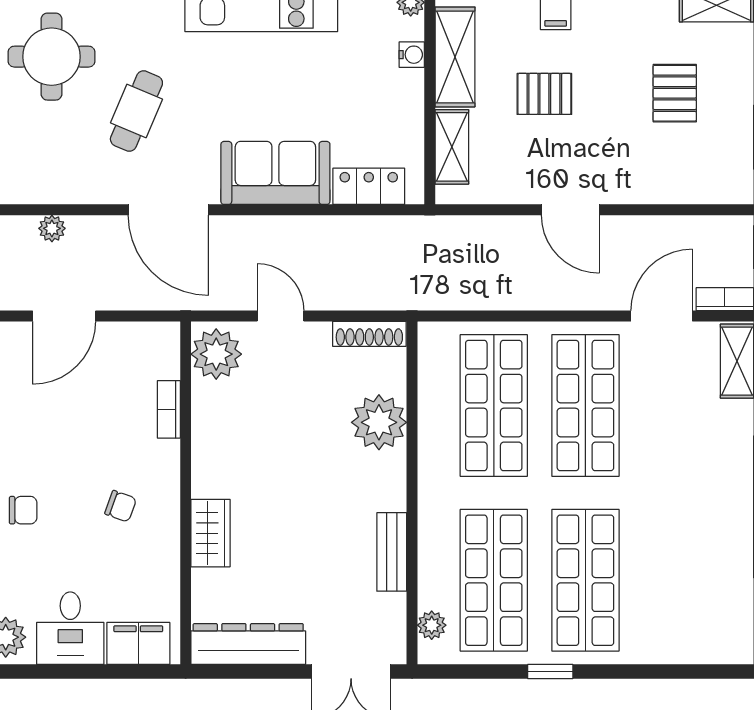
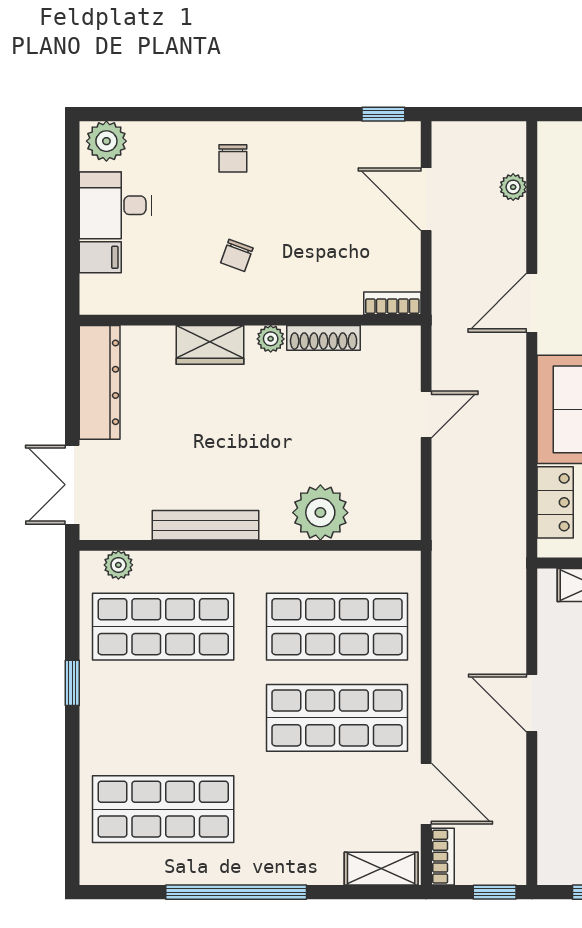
door: (168, 210) -> (532, 303), width x0.73
door: (570, 210) -> (532, 703), hinge flipped
shoe rack: (369, 334) -> (324, 338), moved, turned -90
plant: (216, 354) -> (271, 339), moved, width x0.53, depth x0.53
bookcase: (169, 409) -> (392, 303), moved
bench: (392, 552) -> (205, 525), width x1.36
shop shelf: (585, 580) -> (163, 809), moved
filing cabinet: (138, 643) -> (100, 257), width x0.50

